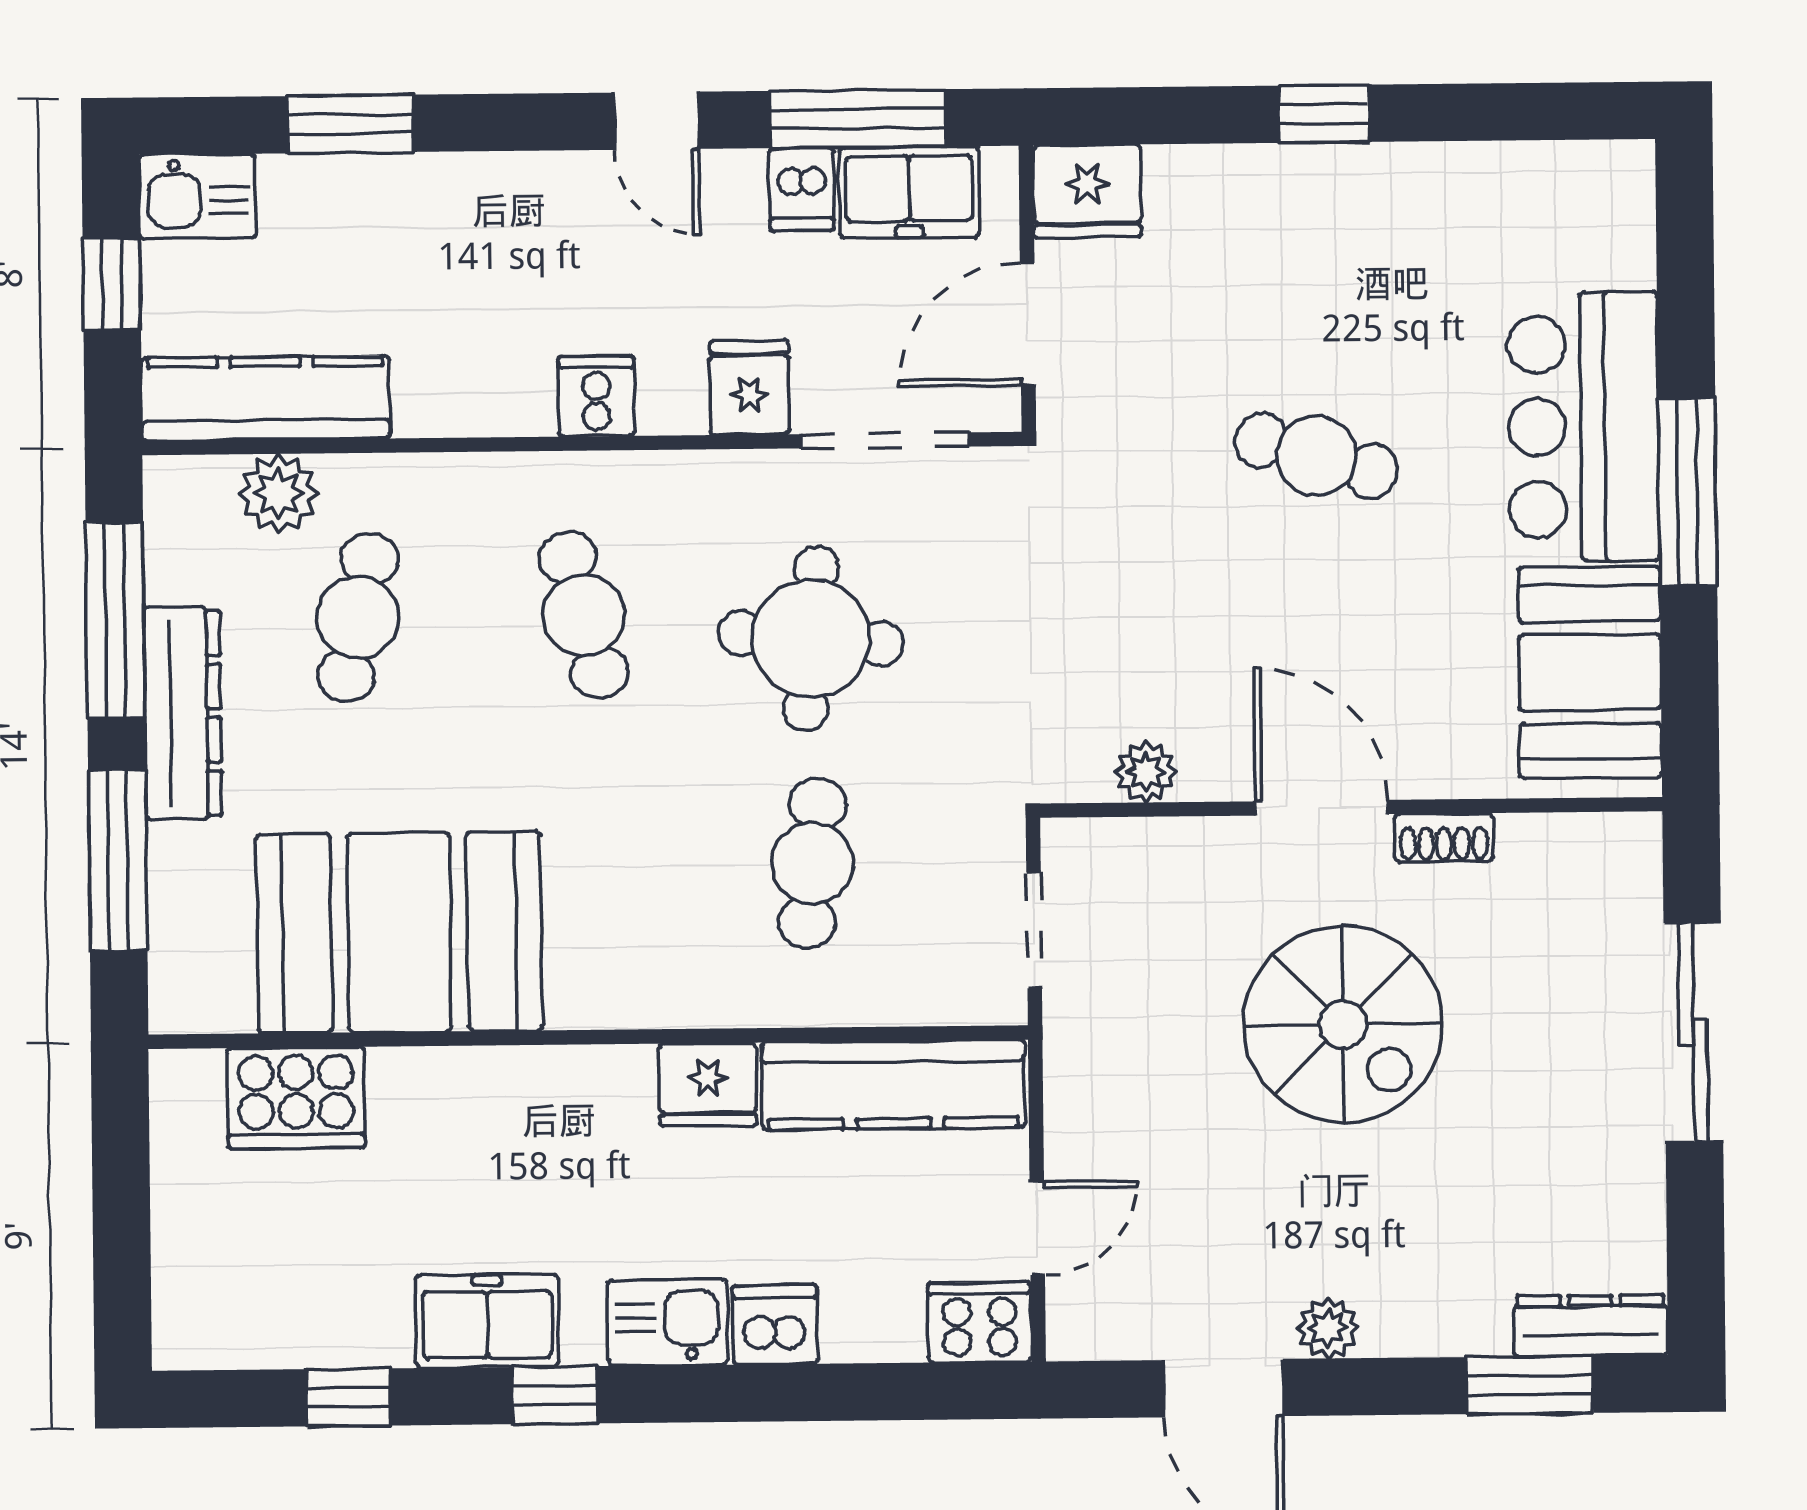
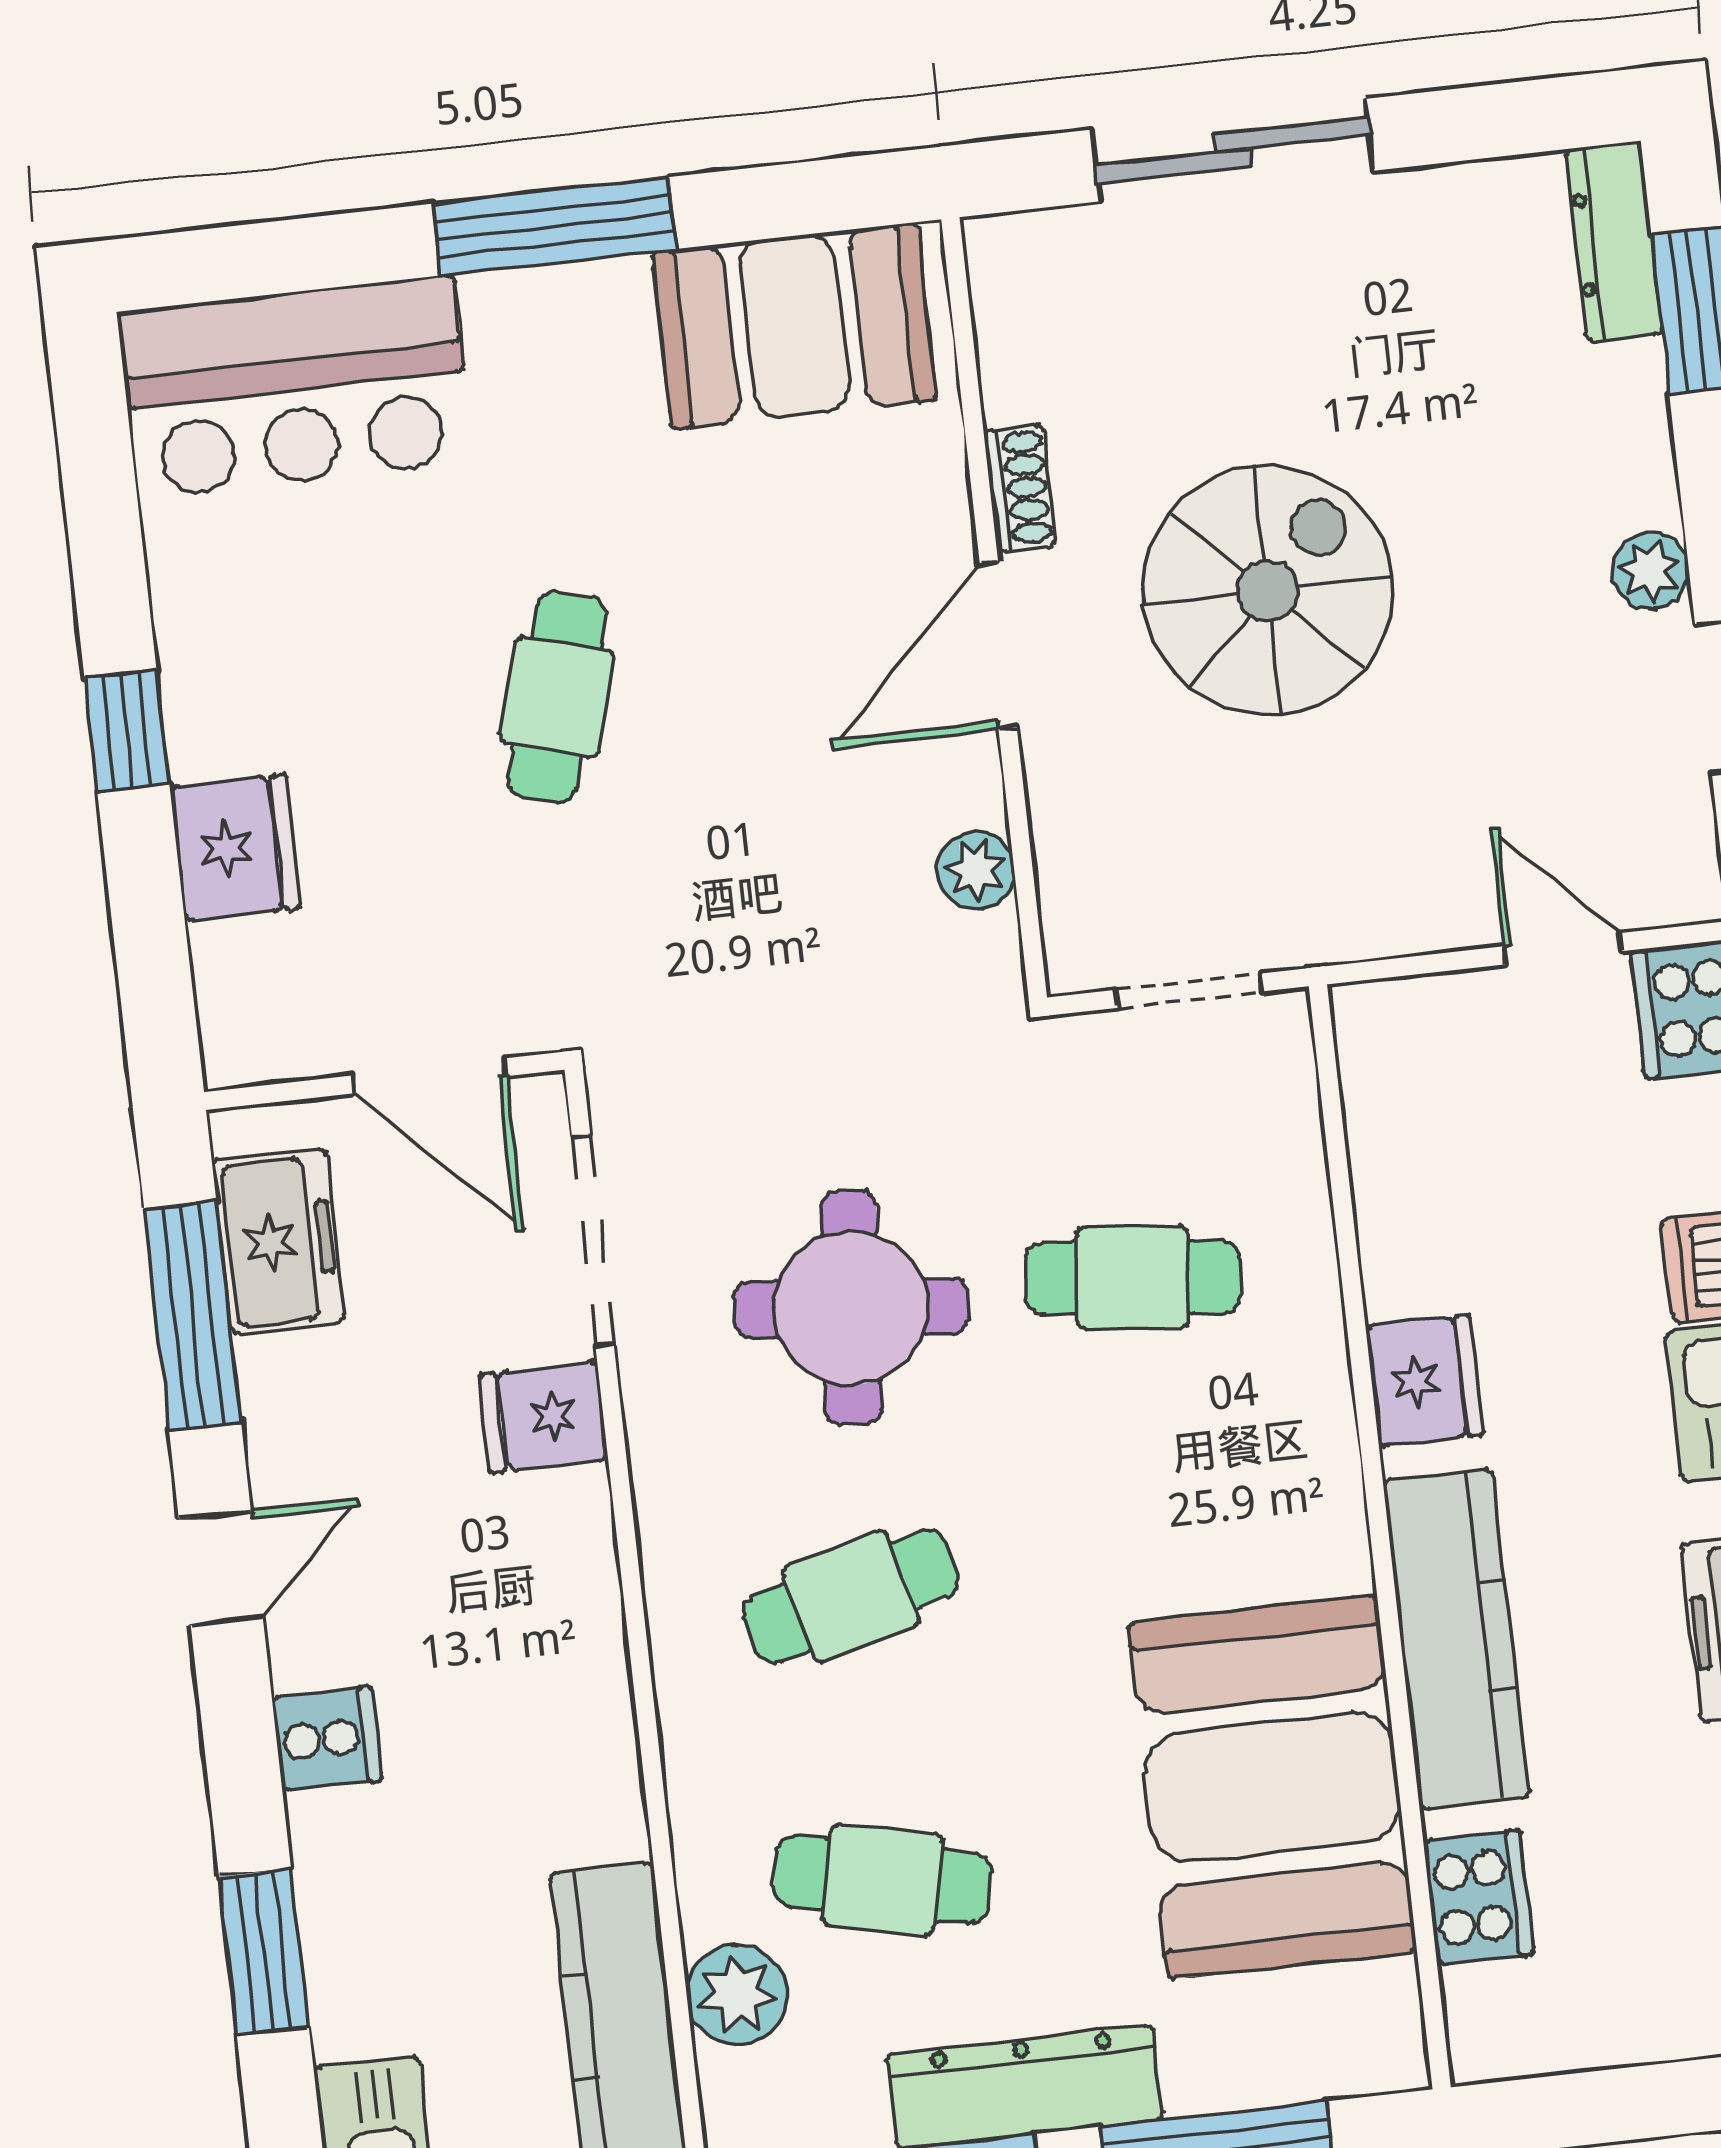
dishwasher: (801, 189) -> (288, 1377), removed
fridge: (1087, 191) -> (235, 847), moved
cooker: (596, 396) -> (327, 1739), moved, turned 180
bar counter: (1584, 427) -> (295, 387), moved
kitchen counter: (893, 1085) -> (1456, 1639), moved
cooker: (296, 1098) -> (1478, 1897), width x0.73, depth x0.76

